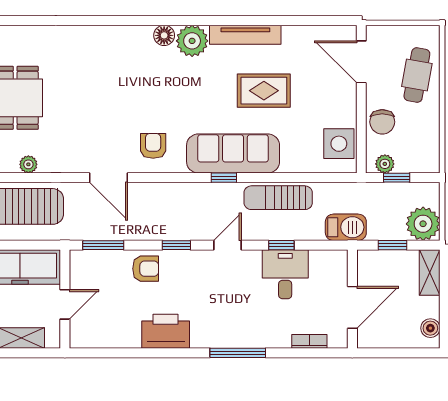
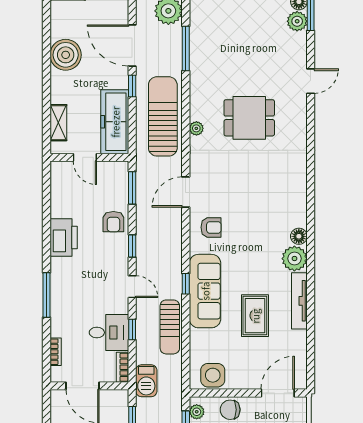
sun lounger: (278, 198) -> (170, 327), turned 180
bookcase: (329, 257) -> (123, 367), added

